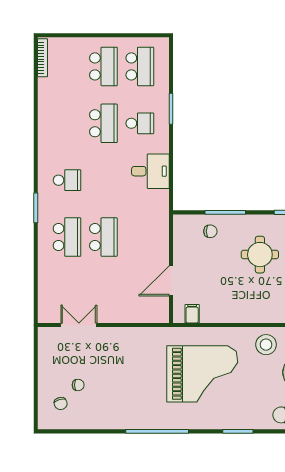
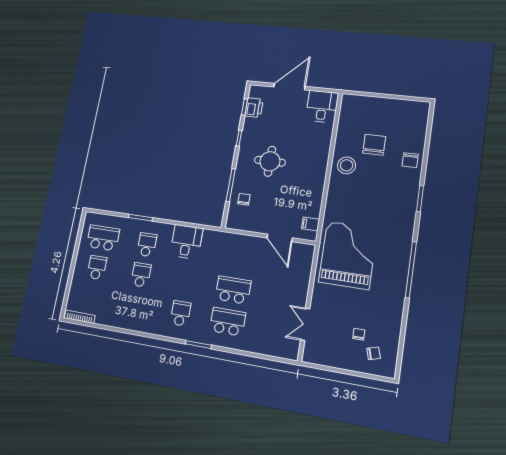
school desk: (103, 66) -> (97, 268), width x0.54
school desk: (103, 123) -> (141, 275), width x0.54
grand piano: (202, 374) -> (348, 255), moved

